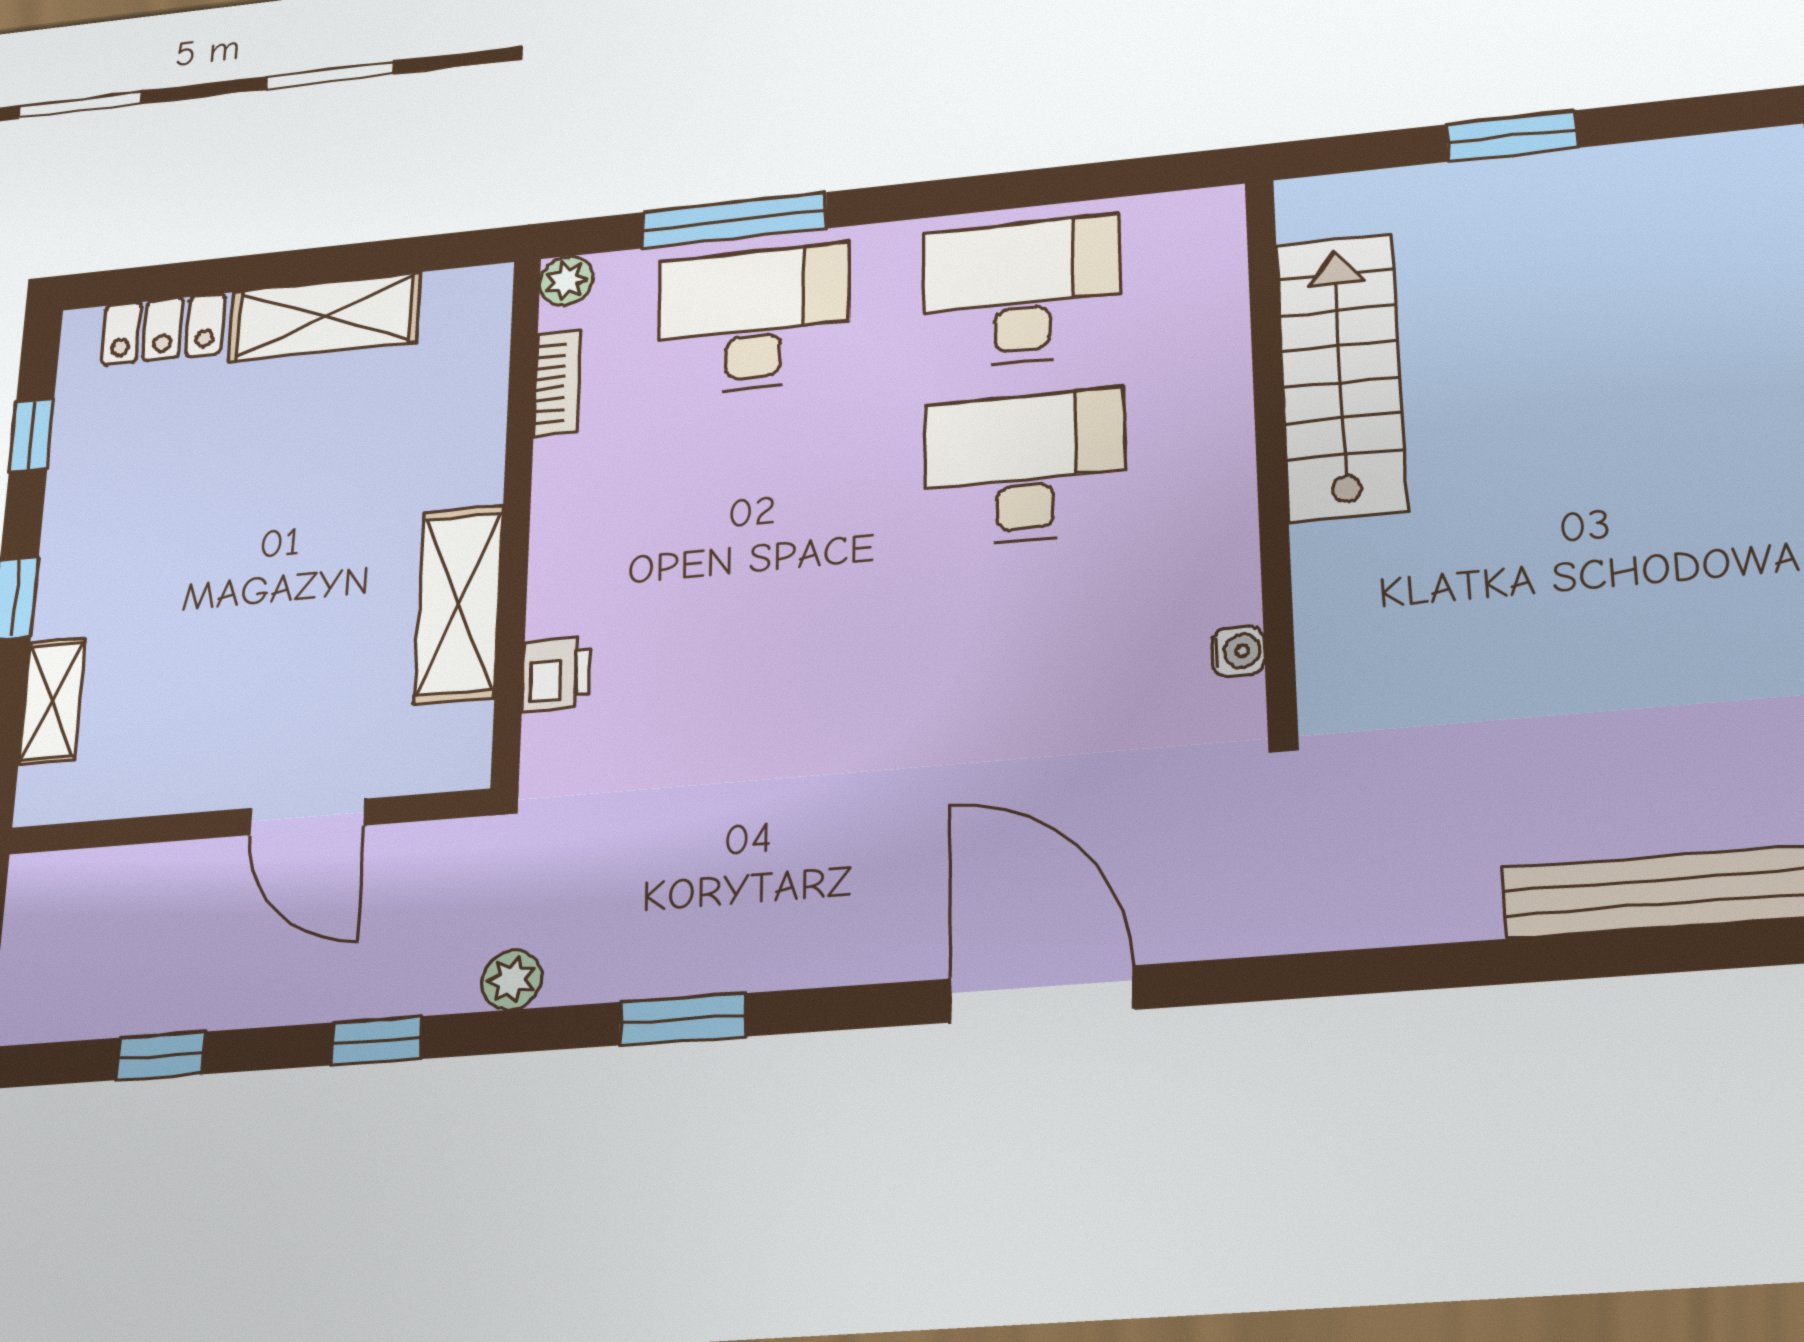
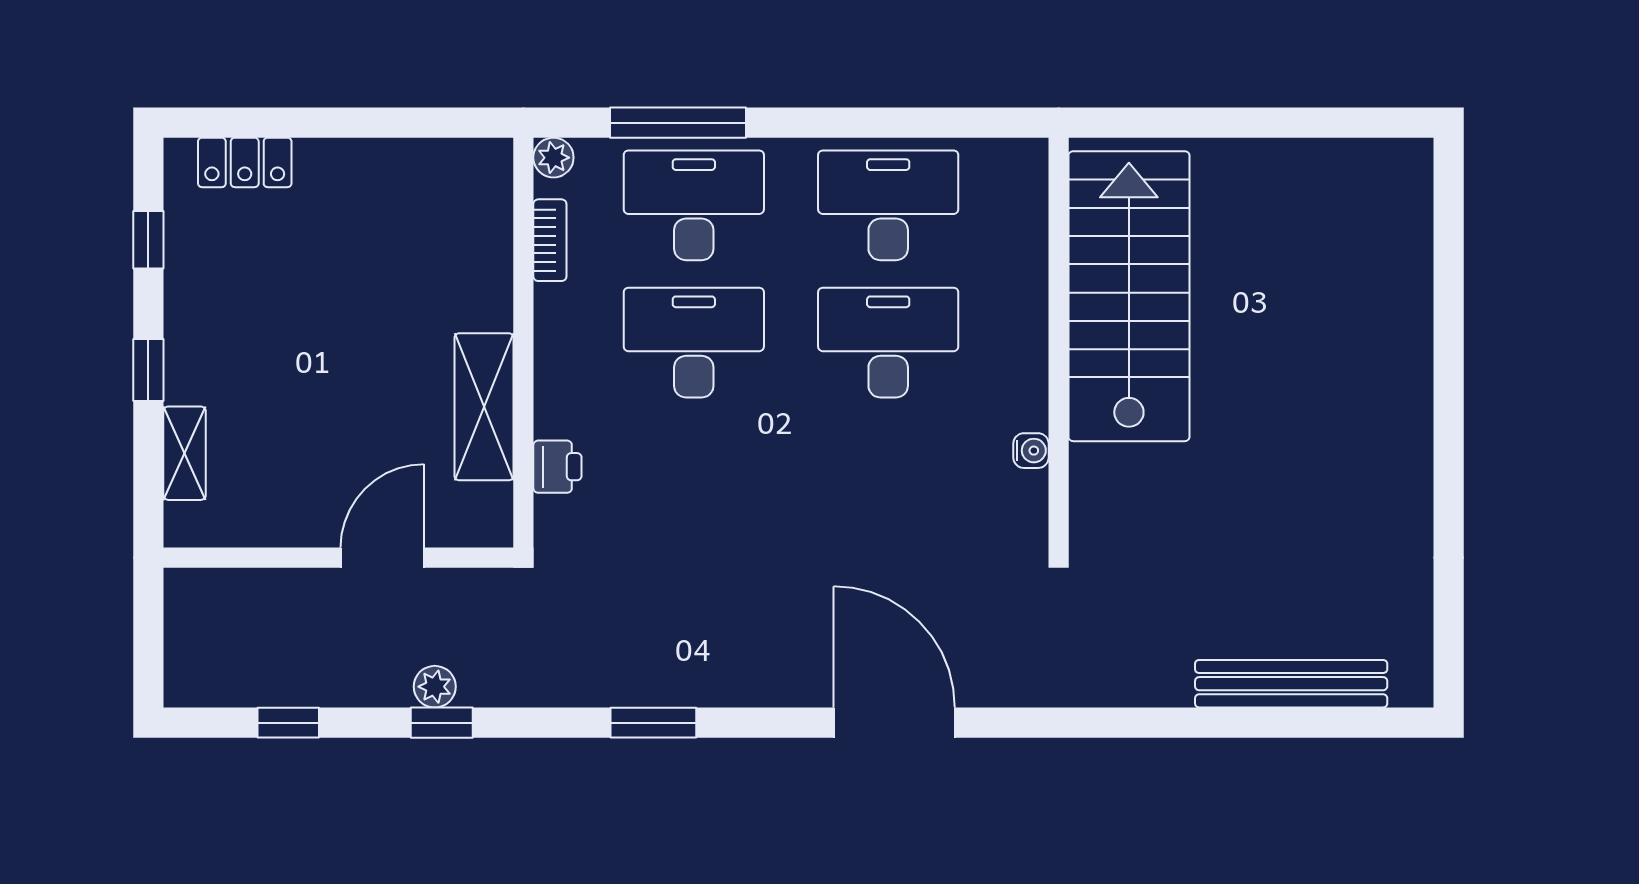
window: (1512, 136) -> (1236, 123), removed
shelving: (324, 317) -> (370, 166), removed
stairs: (1341, 376) -> (1129, 296), width x1.36, depth x1.51
desk: (751, 494) -> (694, 343), added
water cooler: (1238, 651) -> (1031, 451), moved
door: (308, 817) -> (382, 558), swing flipped
plant: (512, 980) -> (435, 687), moved

